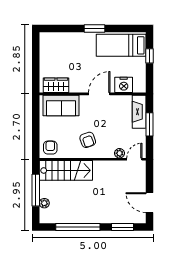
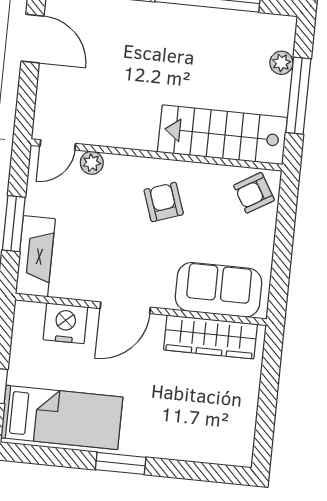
wardrobe: (56, 85) -> (210, 337), width x1.50
armchair: (50, 148) -> (254, 193), turned 59

